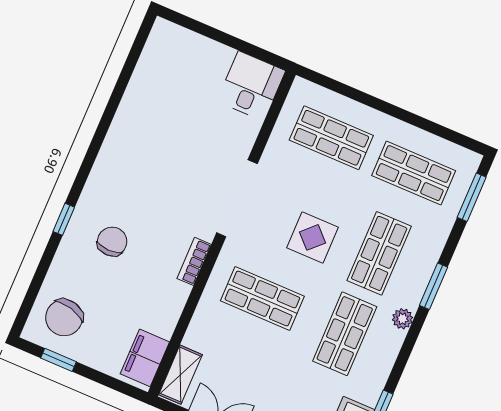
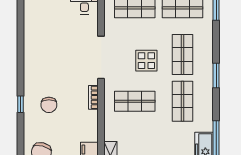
chair: (112, 242) -> (49, 105), turned 180
window: (434, 286) -> (216, 76), moved
plant: (402, 319) -> (208, 82), removed

